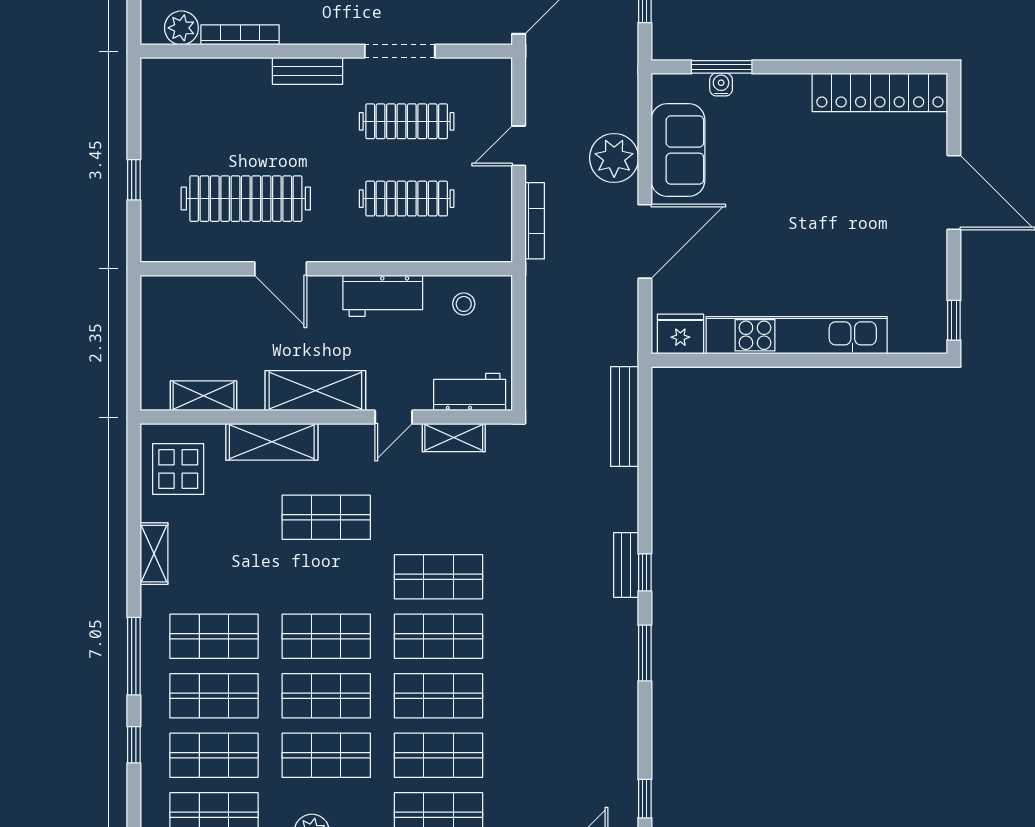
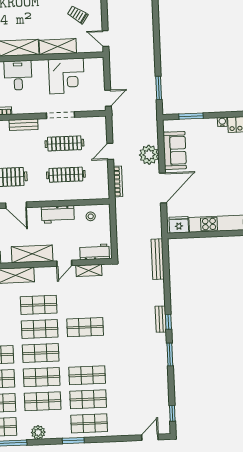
water cooler: (721, 85) -> (222, 122), moved
shop shelf: (438, 636) -> (40, 329), moved

